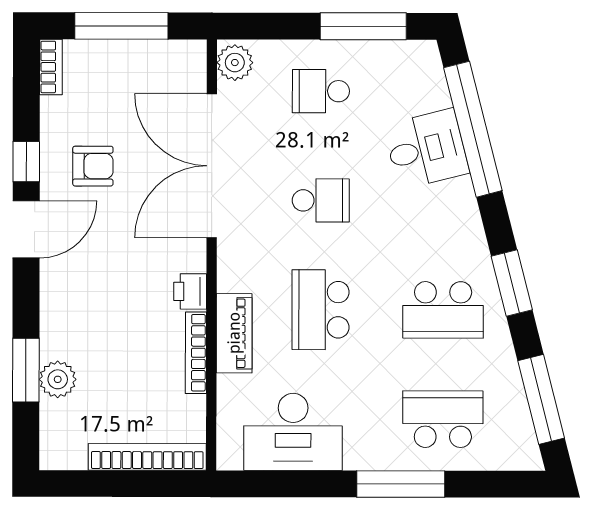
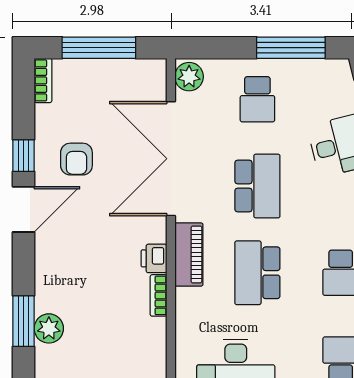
school desk: (321, 91) -> (257, 99), turned -90
armchair: (93, 166) -> (76, 159), turned 90
school desk: (321, 200) -> (257, 186), width x1.85
piano: (234, 333) -> (189, 254), moved
bookcase: (196, 353) -> (158, 295), width x0.64

